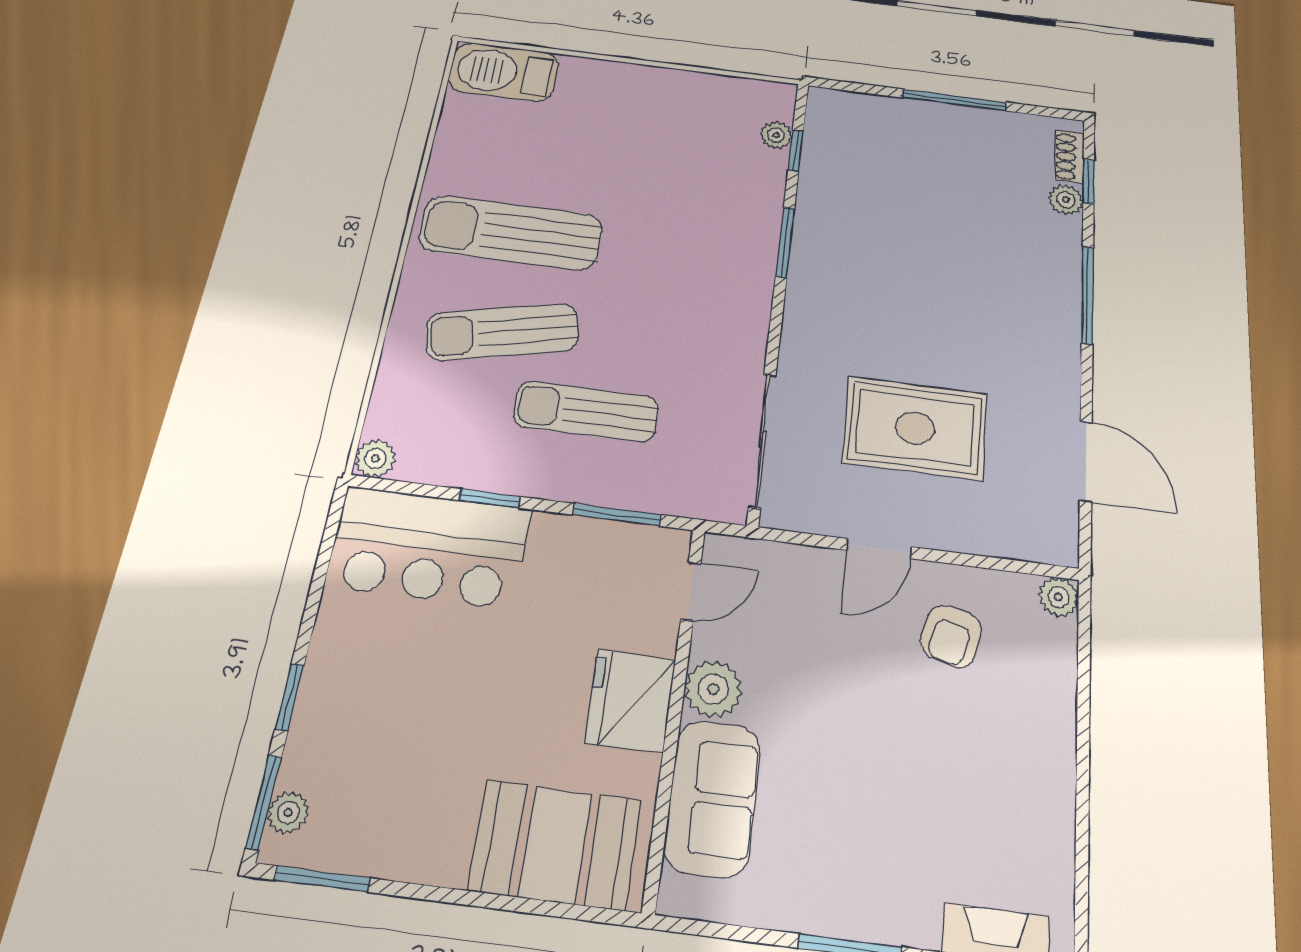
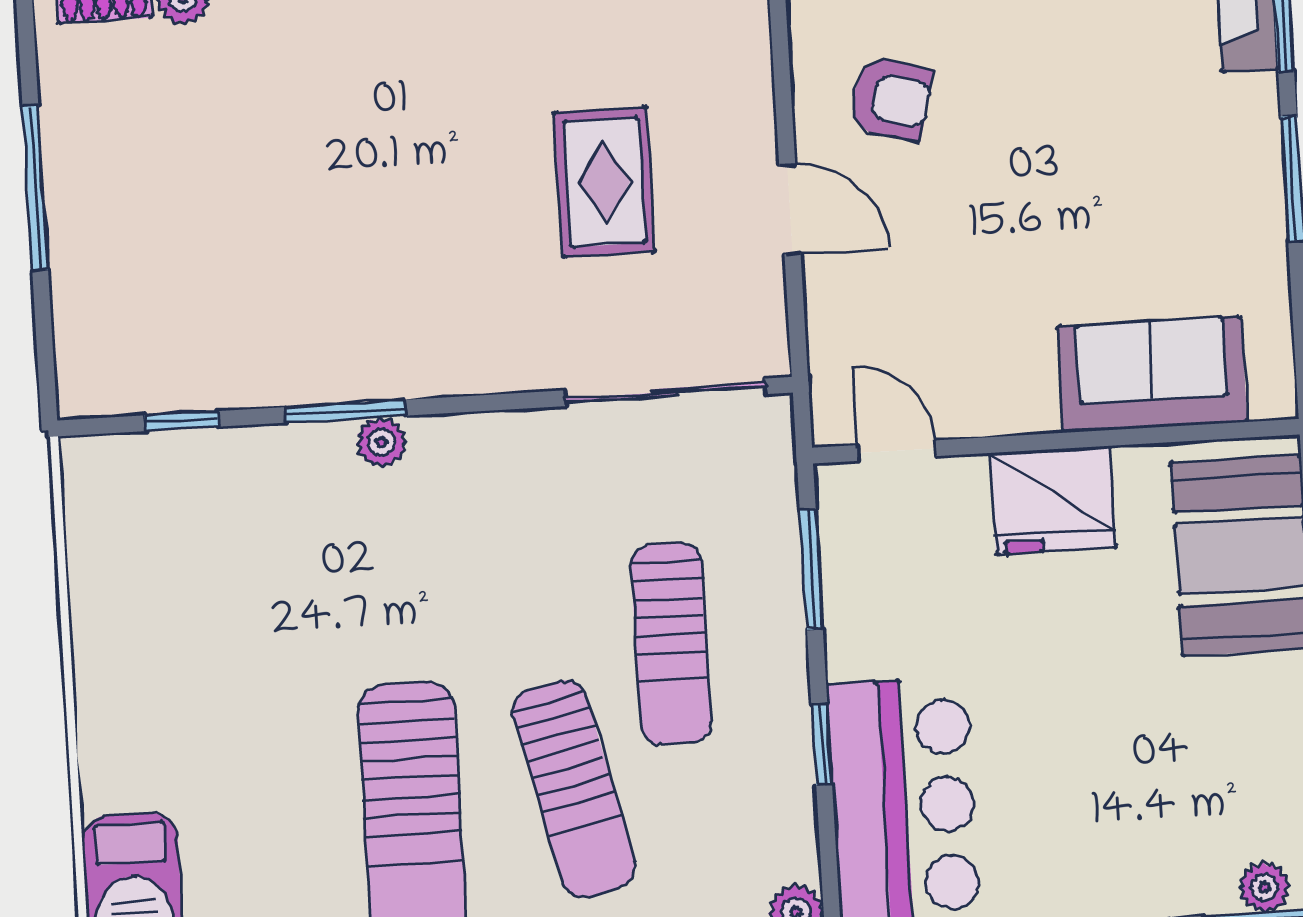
plant: (776, 135) -> (381, 442), moved
rug: (915, 428) -> (605, 182), width x0.73, depth x0.70
plant: (713, 689) -> (1018, 398), removed

